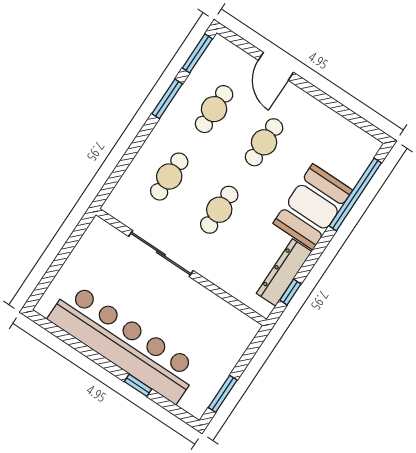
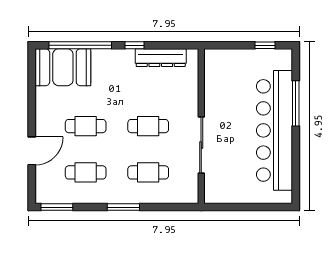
window: (167, 99) -> (123, 207), moved
booth: (313, 207) -> (63, 67), moved
window: (290, 292) -> (135, 45), moved
window: (138, 385) -> (296, 103), width x2.17
window: (223, 394) -> (265, 45), width x0.67

